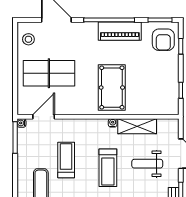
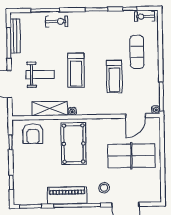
stool: (28, 39) -> (104, 188), moved
armchair: (163, 40) -> (33, 134), moved, turned 180
treadmill: (108, 168) -> (76, 70), turned 180

